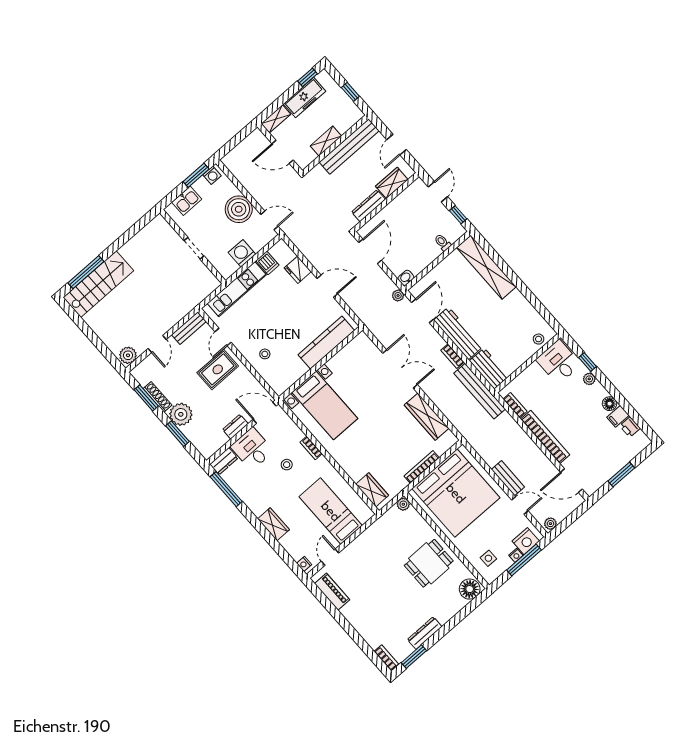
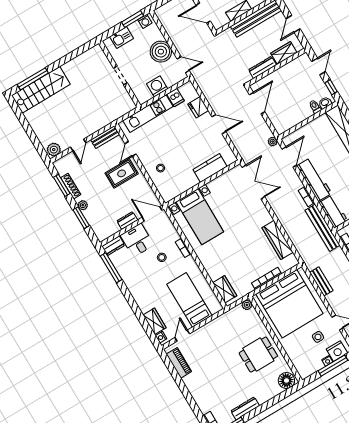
washbasin: (406, 278) -> (325, 103), moved
kitchen counter: (326, 343) -> (210, 168), width x0.67
double door: (400, 369) -> (253, 182), moved
plant: (181, 414) -> (83, 205), width x0.53, depth x0.53
bench: (508, 478) -> (321, 281), moved
wardrobe: (274, 524) -> (154, 321), moved
side table: (488, 558) -> (318, 337), moved

